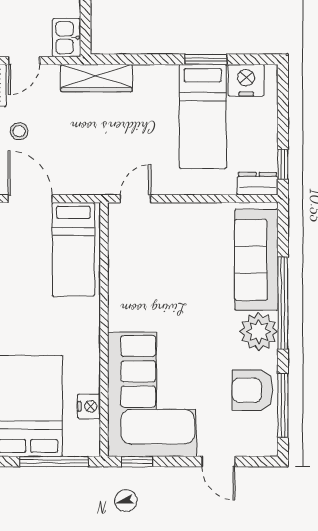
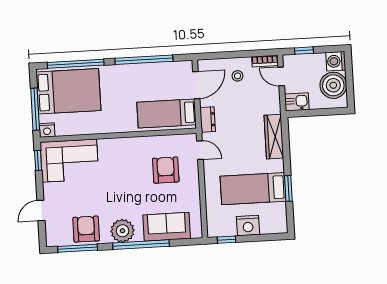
wardrobe: (96, 78) -> (274, 137), moved
nightstand: (246, 80) -> (248, 226), moved, turned 90
dresser: (258, 184) -> (208, 119), moved
armchair: (165, 256) -> (166, 170), added
sofa: (256, 260) -> (167, 227), width x0.73
corner sofa: (152, 394) -> (69, 161), width x0.73, depth x0.74
nightstand: (89, 406) -> (47, 130), moved

